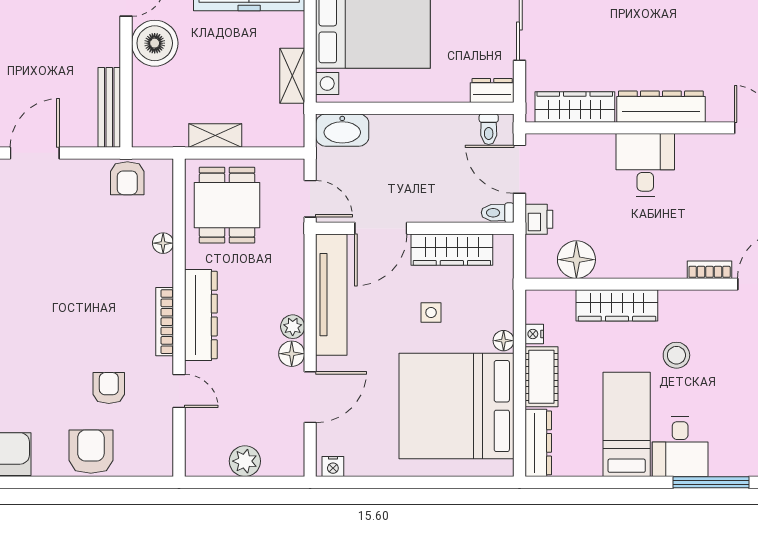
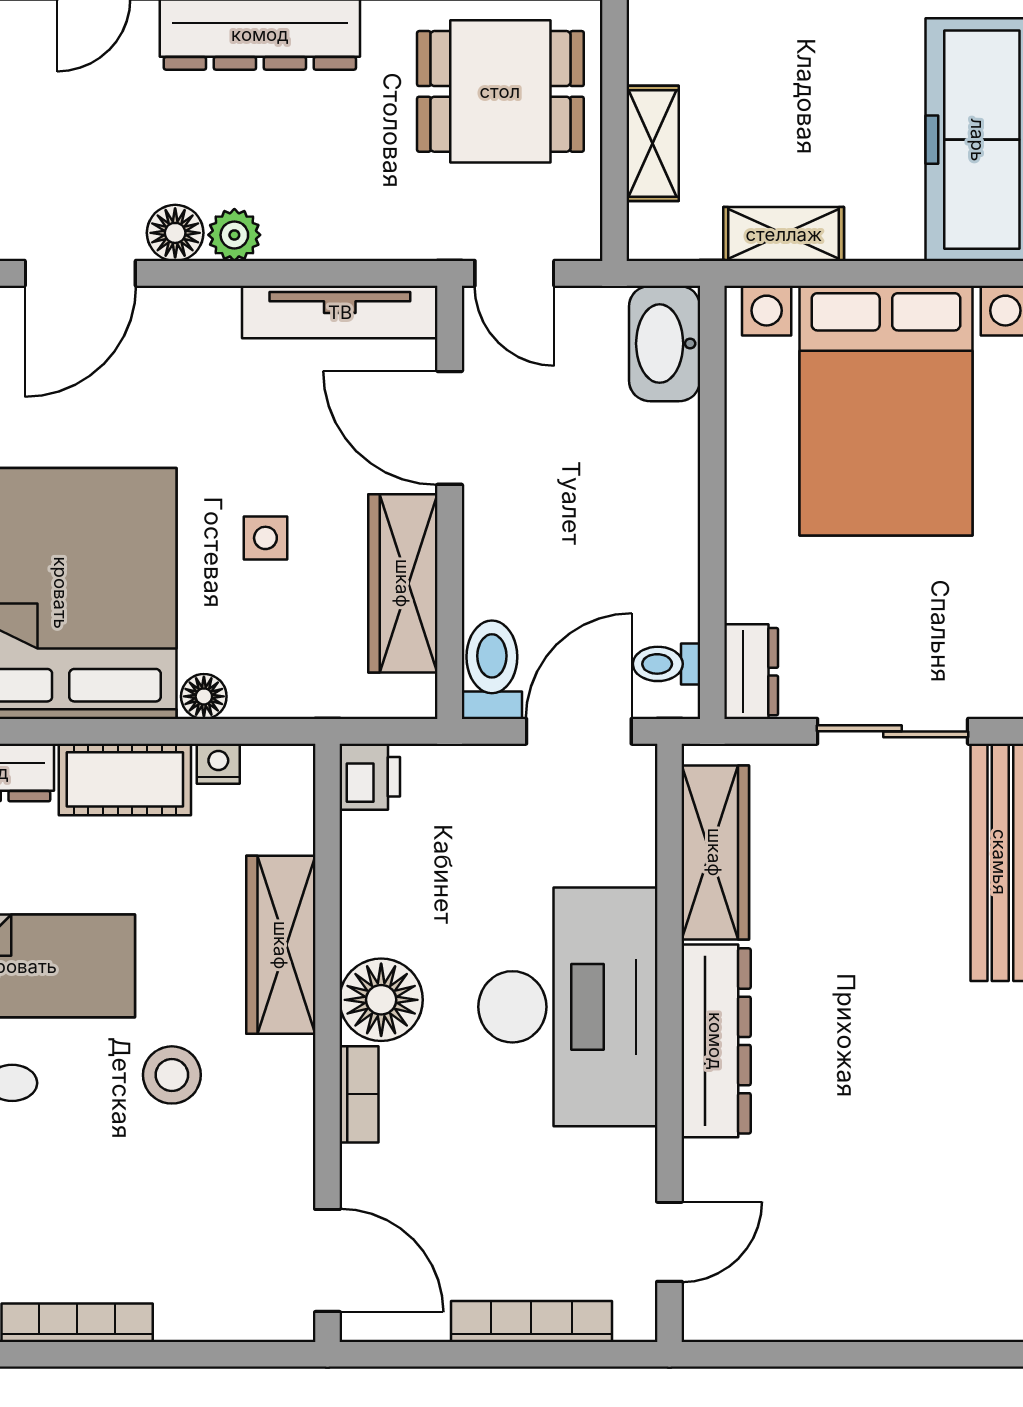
shelving: (215, 136) -> (653, 143), moved
desk: (645, 165) -> (568, 1007), width x1.87, depth x1.30
door: (310, 199) -> (514, 273), hinge flipped
toilet: (498, 213) -> (492, 670), width x1.37, depth x1.39
printer: (539, 219) -> (370, 777), moved, turned -90
floor lamp: (576, 260) -> (381, 1000), moved
bookcase: (710, 270) -> (359, 1094), moved
tv unit: (331, 295) -> (340, 312), width x0.73, depth x0.78
door: (310, 397) -> (80, 273), hinge flipped

